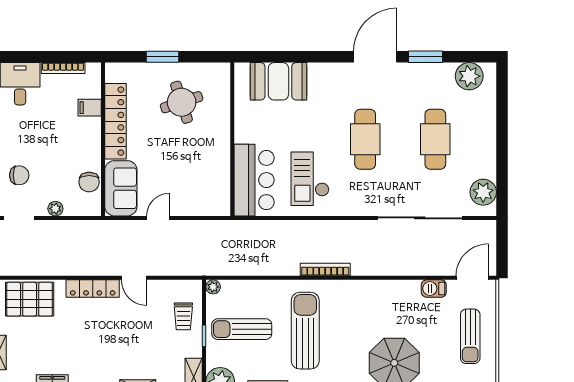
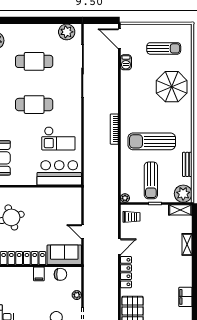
filing cabinet: (90, 108) -> (39, 274), moved
trolley: (183, 316) -> (131, 217), moved
sun lounger: (470, 336) -> (164, 48), moved

